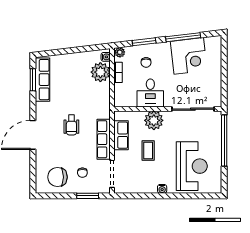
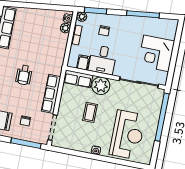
window: (144, 42) -> (96, 11), moved
corner desk: (189, 56) -> (156, 53), moved, turned 97
plant: (100, 72) -> (65, 28), width x0.53, depth x0.53
filing cabinet: (131, 100) -> (83, 62), added
row of seats: (121, 135) -> (78, 79), moved, turned 90
window: (88, 196) -> (26, 143), width x1.44

